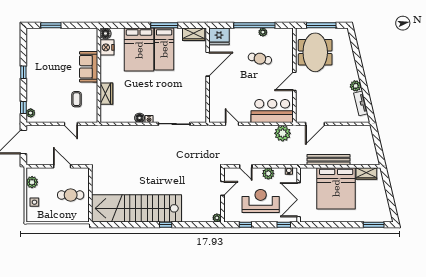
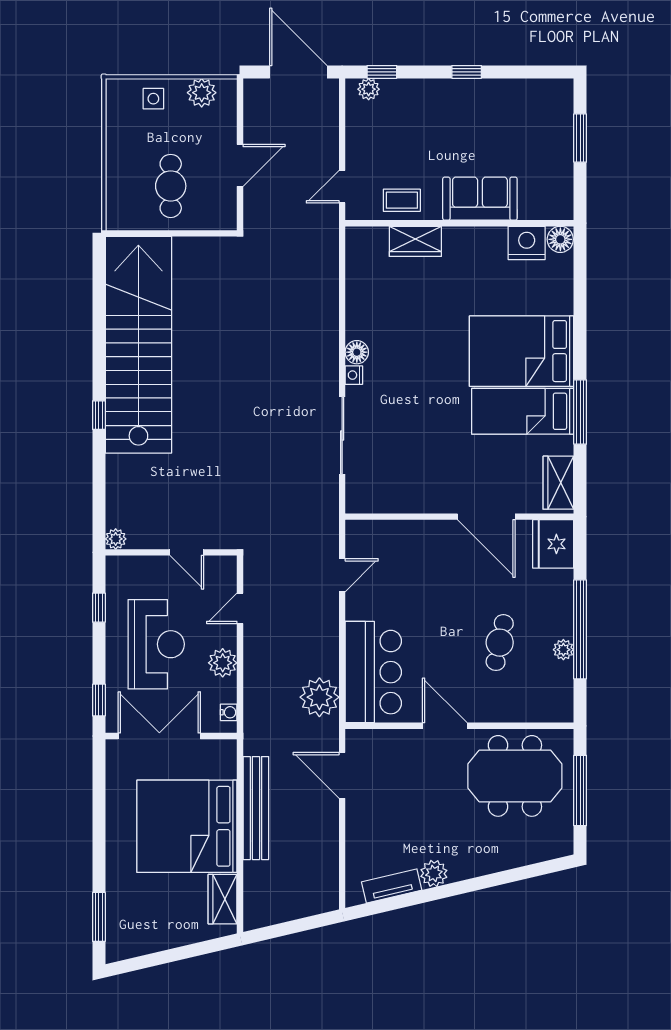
floor lamp: (105, 33) -> (560, 239), moved
nightstand: (107, 47) -> (527, 243), moved
sofa: (89, 67) -> (480, 199), moved
wall: (99, 75) -> (459, 223), moved
wardrobe: (106, 94) -> (415, 241), moved

